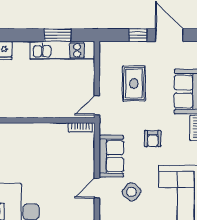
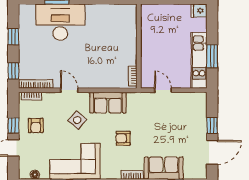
rug: (134, 84) -> (171, 122), removed
door: (97, 105) -> (163, 90), moved
door: (97, 188) -> (69, 90), moved

